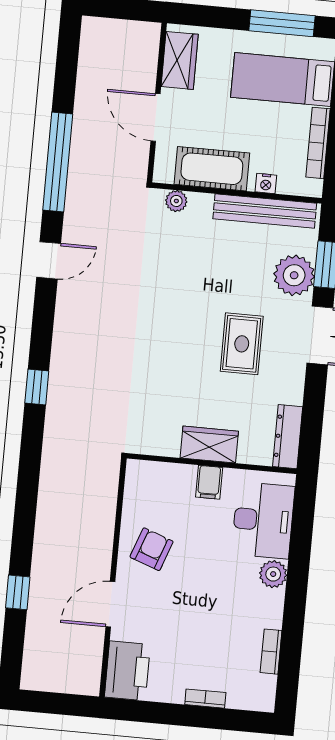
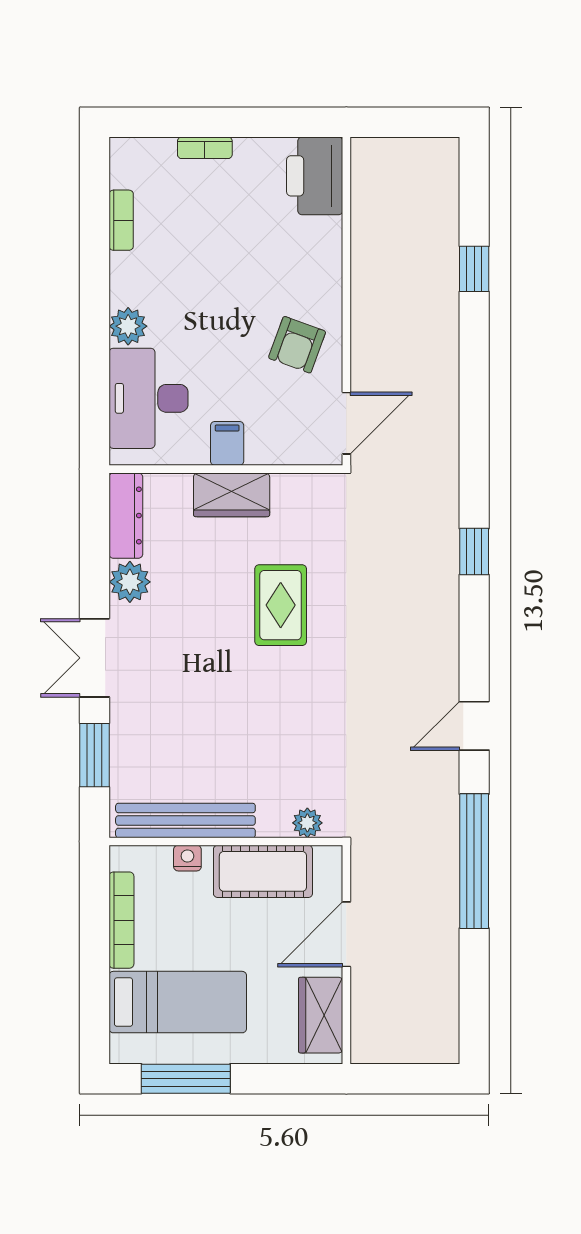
door: (155, 117) -> (346, 934), swing flipped
plant: (294, 275) -> (130, 582), moved, width x0.73, depth x0.73
rug: (242, 344) -> (281, 605), moved
door: (110, 604) -> (346, 423), moved

